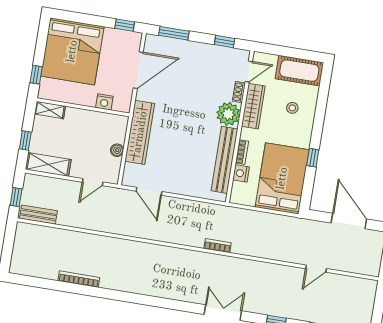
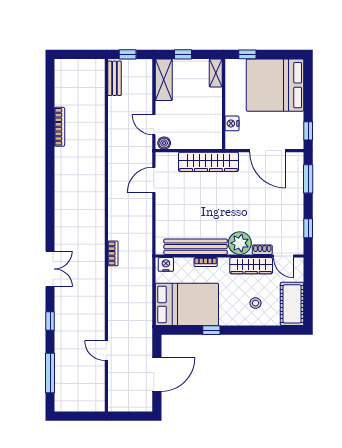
boiler: (117, 150) -> (164, 143), moved
nightstand: (241, 173) -> (166, 264), moved

